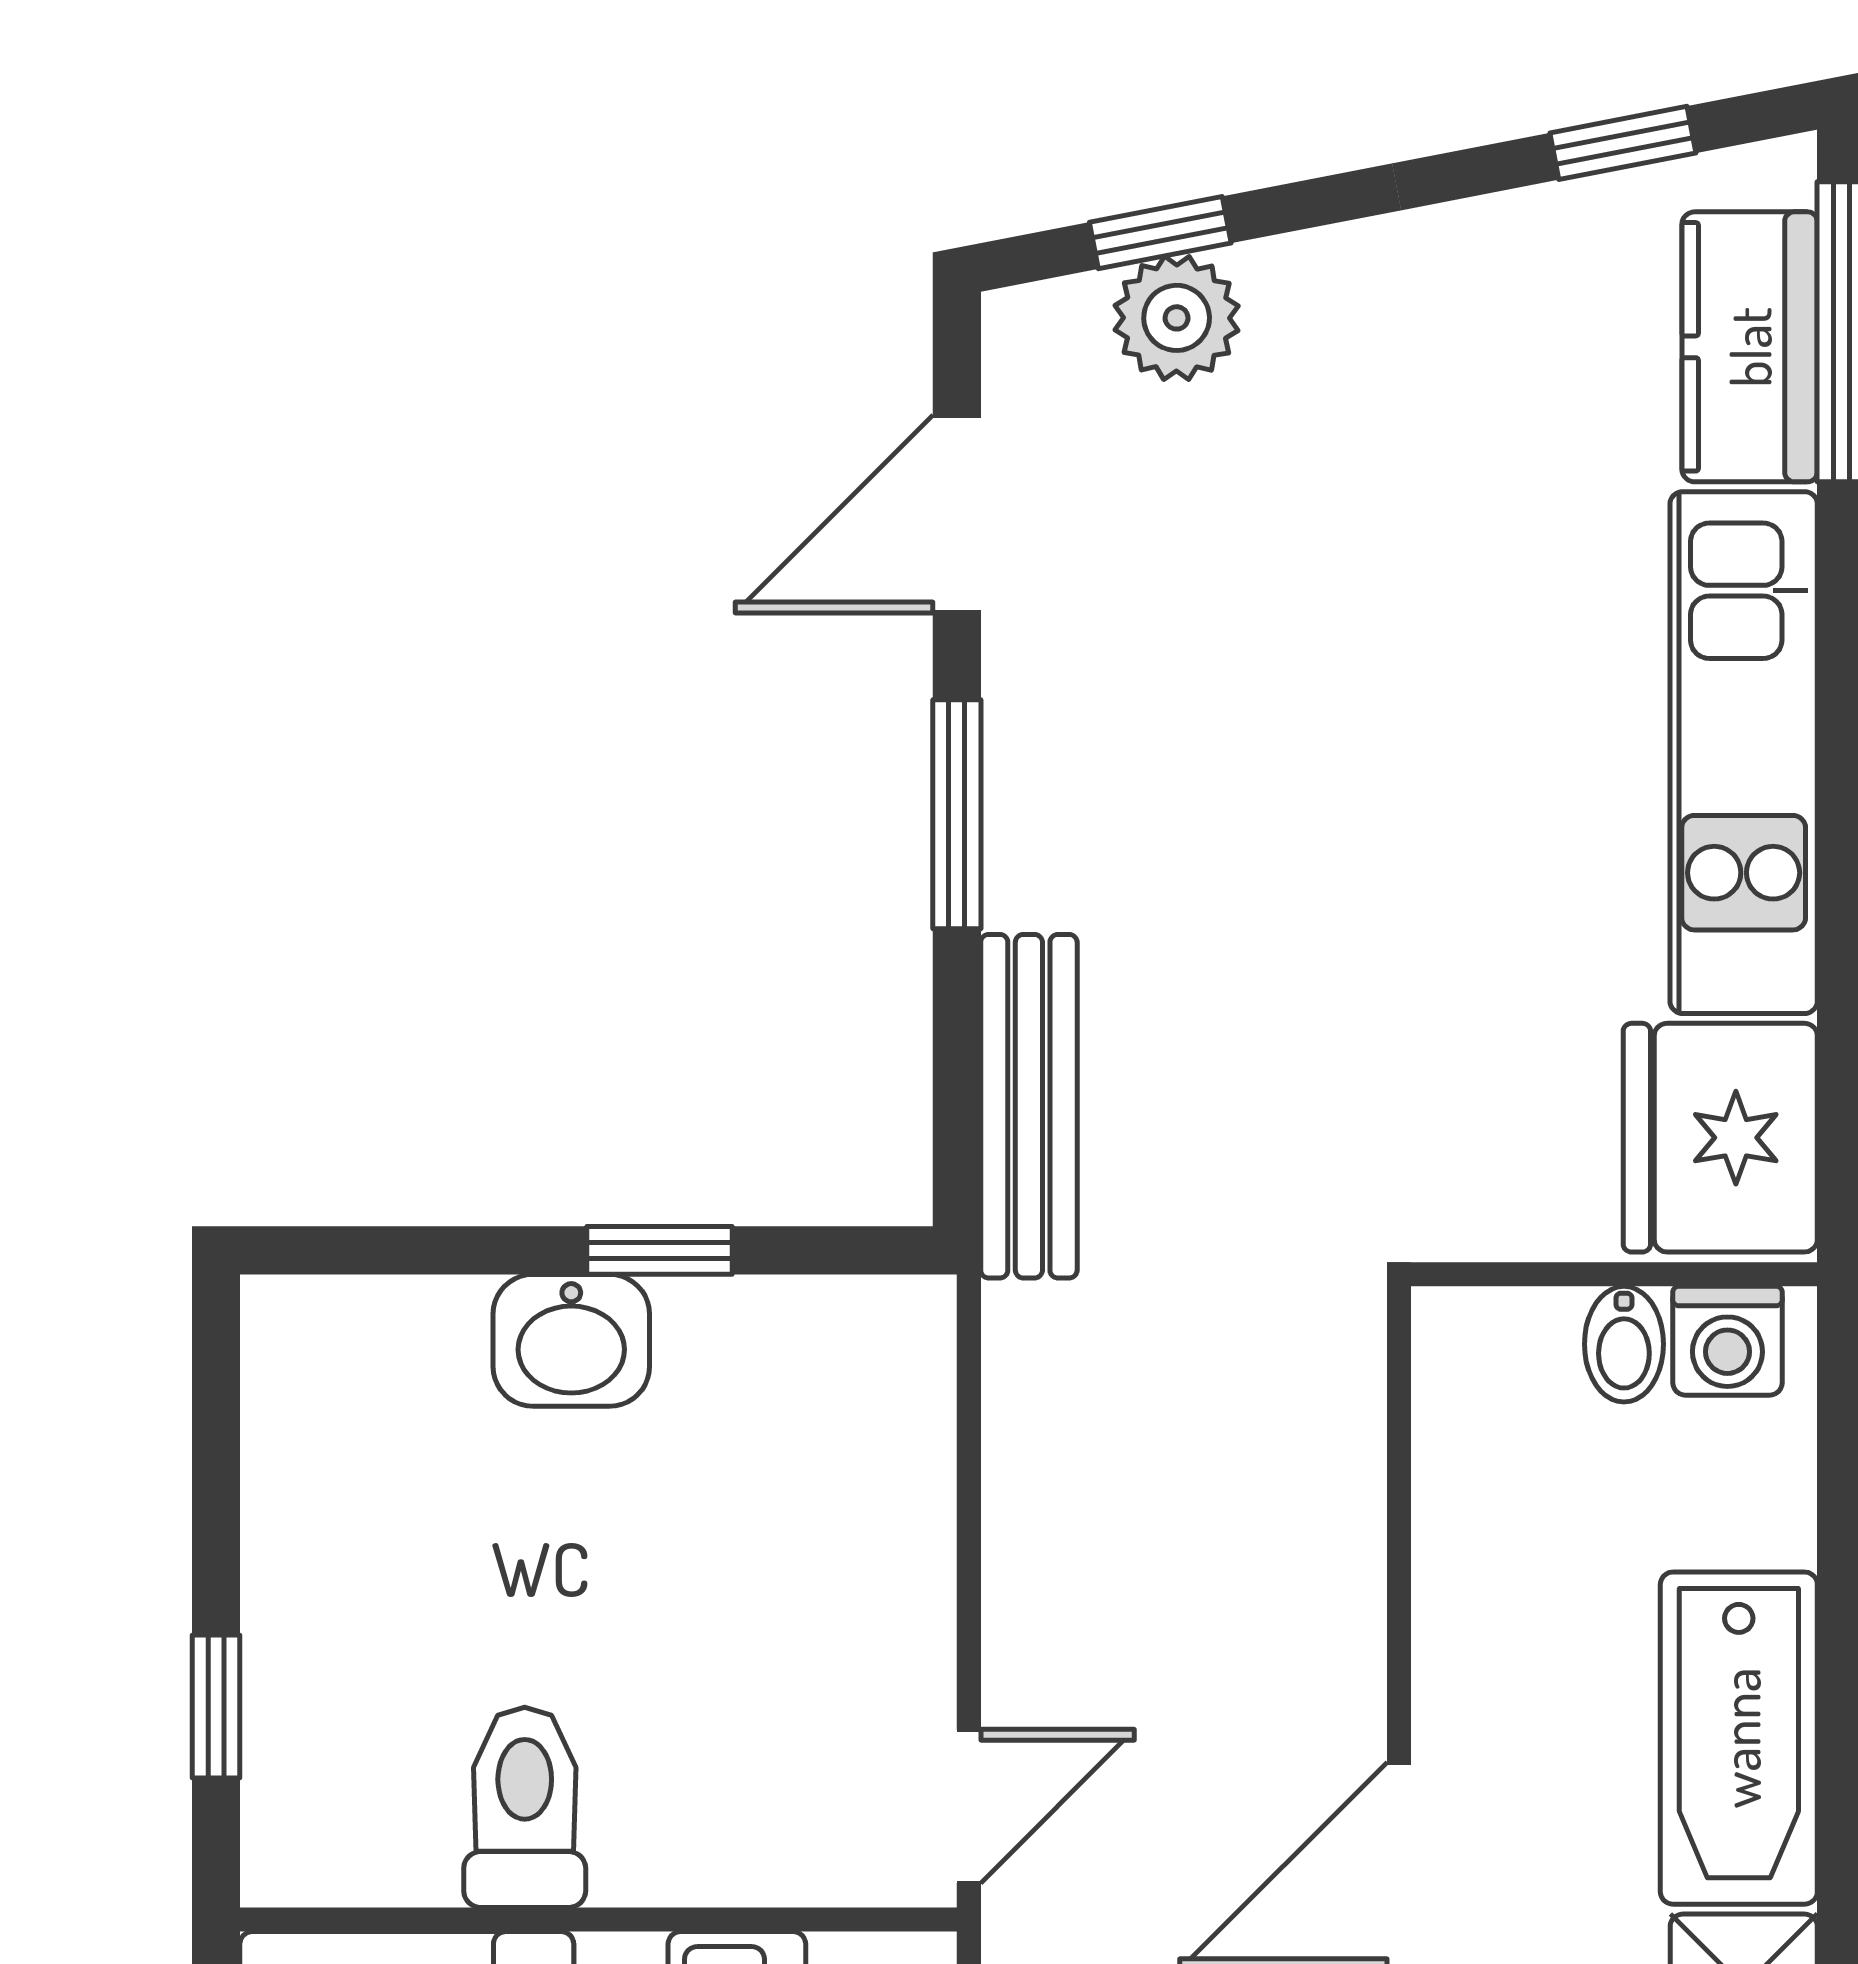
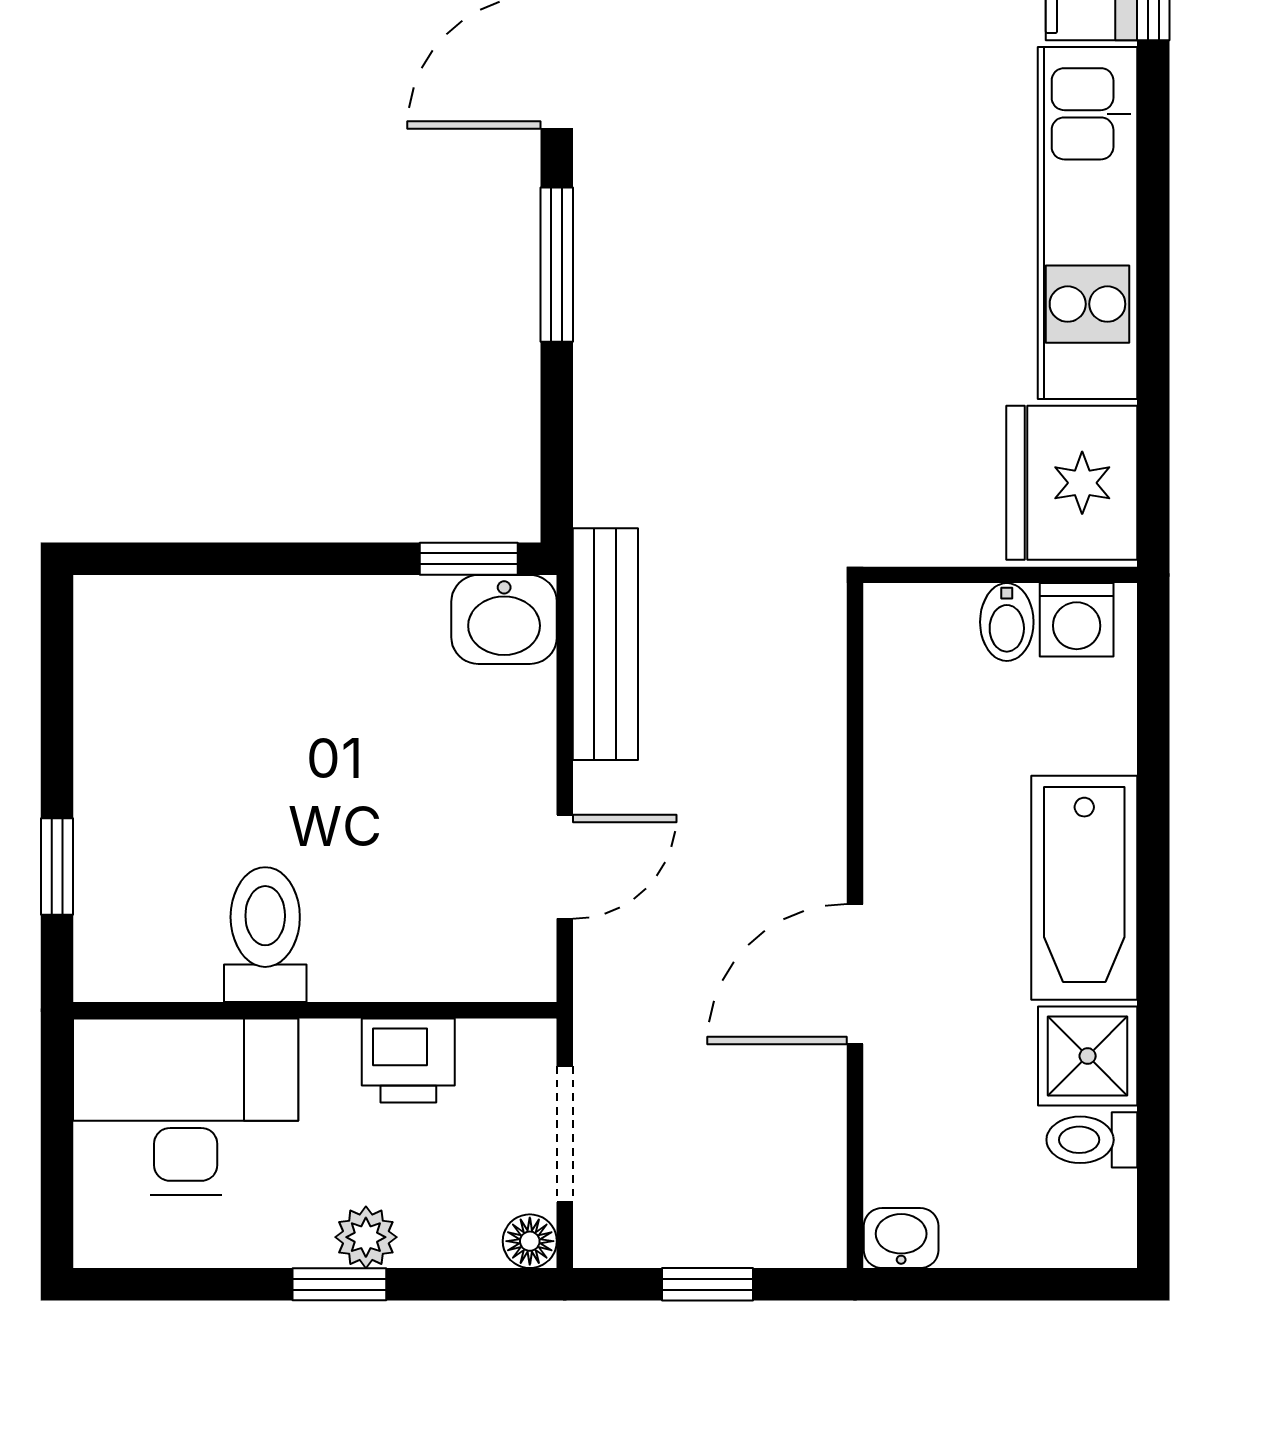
bench: (1029, 1106) -> (605, 644), moved
window: (660, 1250) -> (469, 559), moved
washbasin: (571, 1340) -> (504, 619), moved
door: (969, 1806) -> (565, 867), moved

